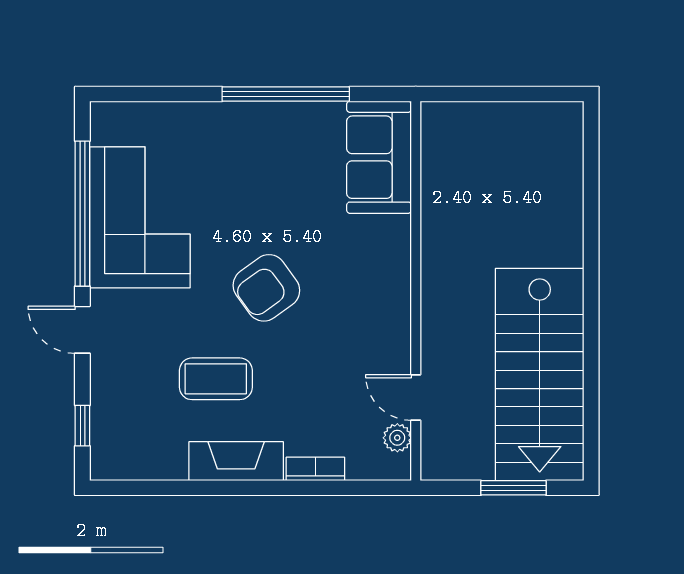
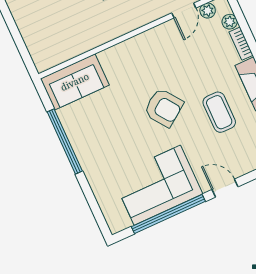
door: (82, 330) -> (225, 188), swing flipped
plant: (361, 467) -> (230, 22), added

